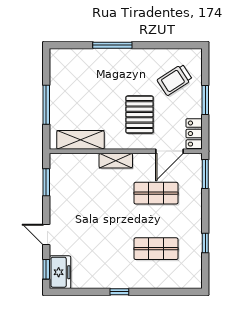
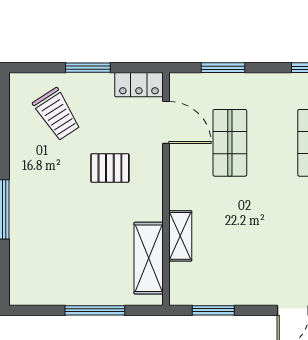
pallet: (140, 115) -> (110, 168), width x0.67, depth x0.71
shelving: (116, 161) -> (180, 236), moved
window: (205, 174) -> (223, 68), moved

